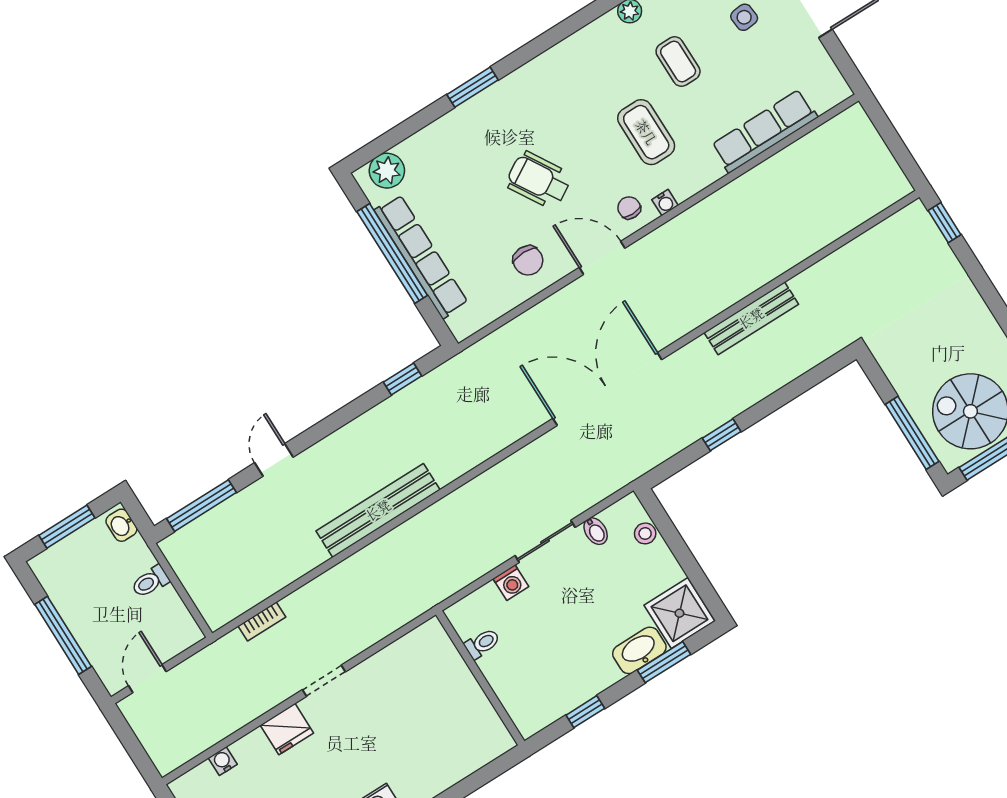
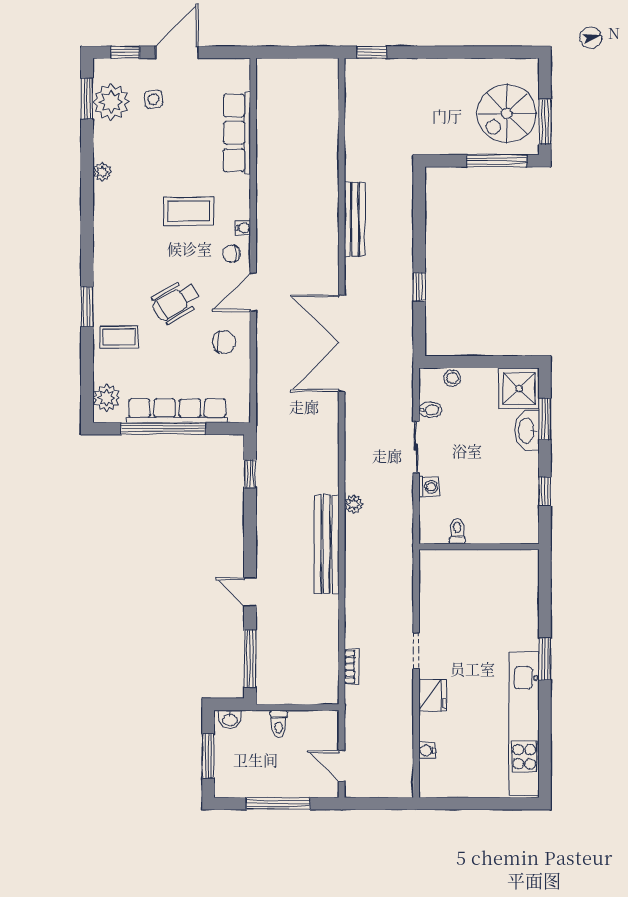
coffee table: (678, 61) -> (119, 337), moved
plant: (440, 512) -> (354, 504), added

